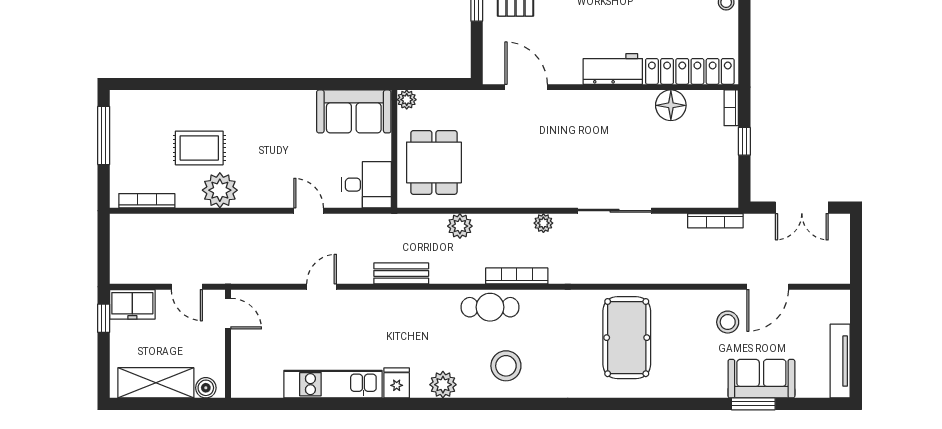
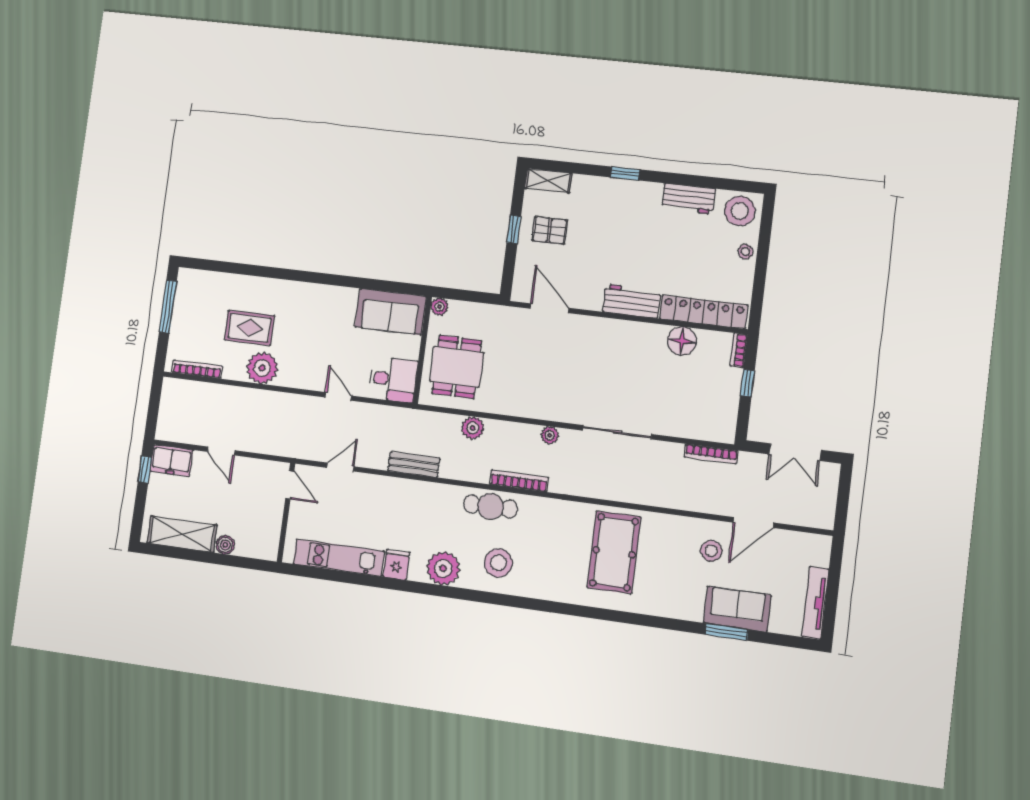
door: (228, 314) -> (290, 485), moved
wall: (228, 344) -> (286, 513), moved
plant: (443, 385) -> (443, 568), width x1.36, depth x1.36

